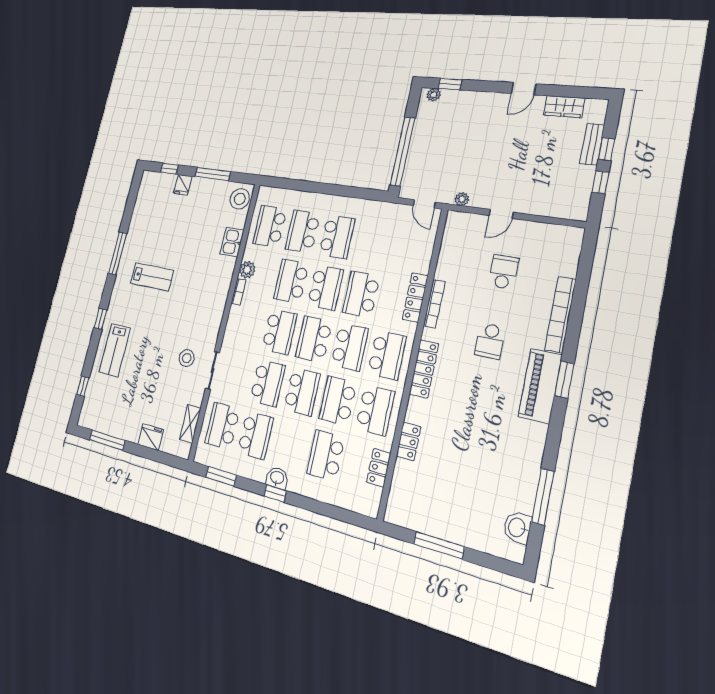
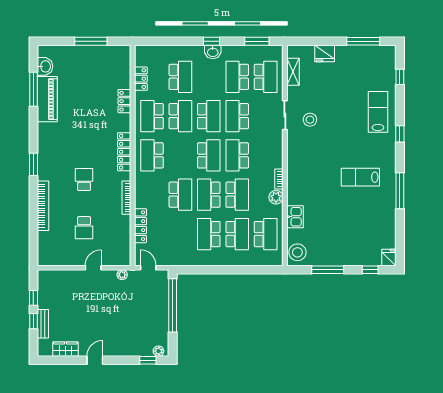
fridge: (183, 185) -> (389, 257), moved
locker: (415, 297) -> (140, 226), moved
school desk: (350, 347) -> (180, 155), removed
piano: (540, 386) -> (47, 99), moved
school desk: (302, 392) -> (209, 116), turned 180

